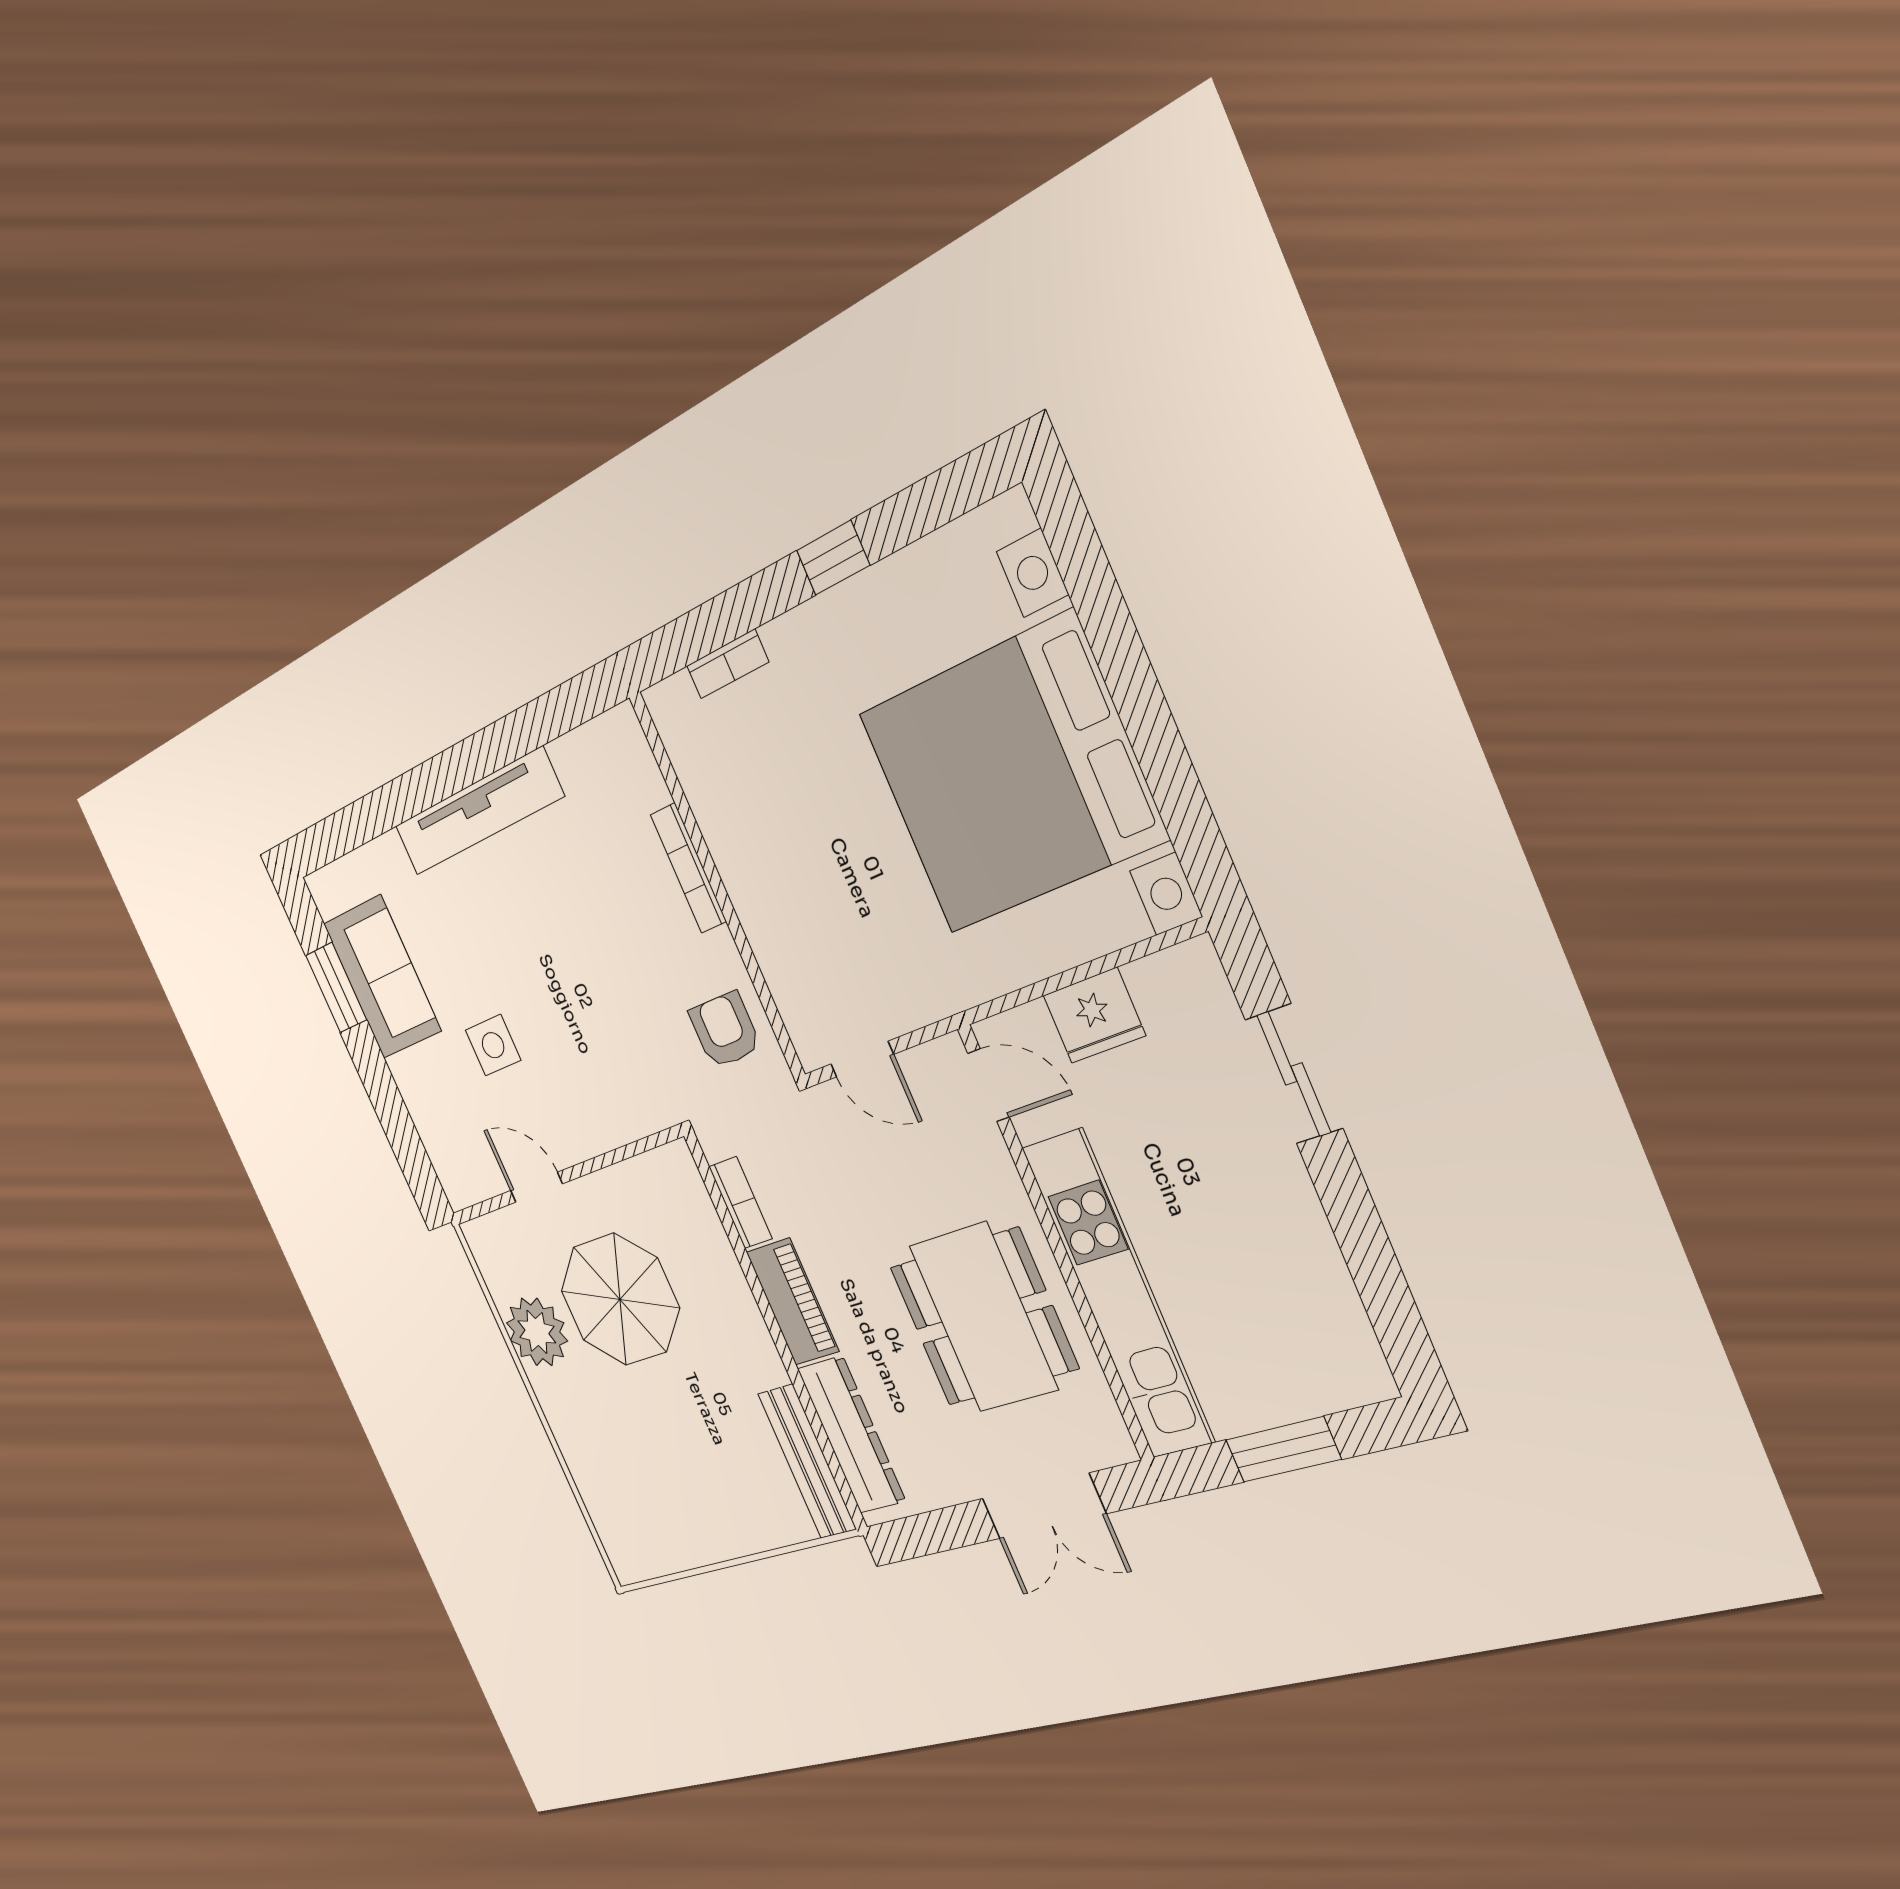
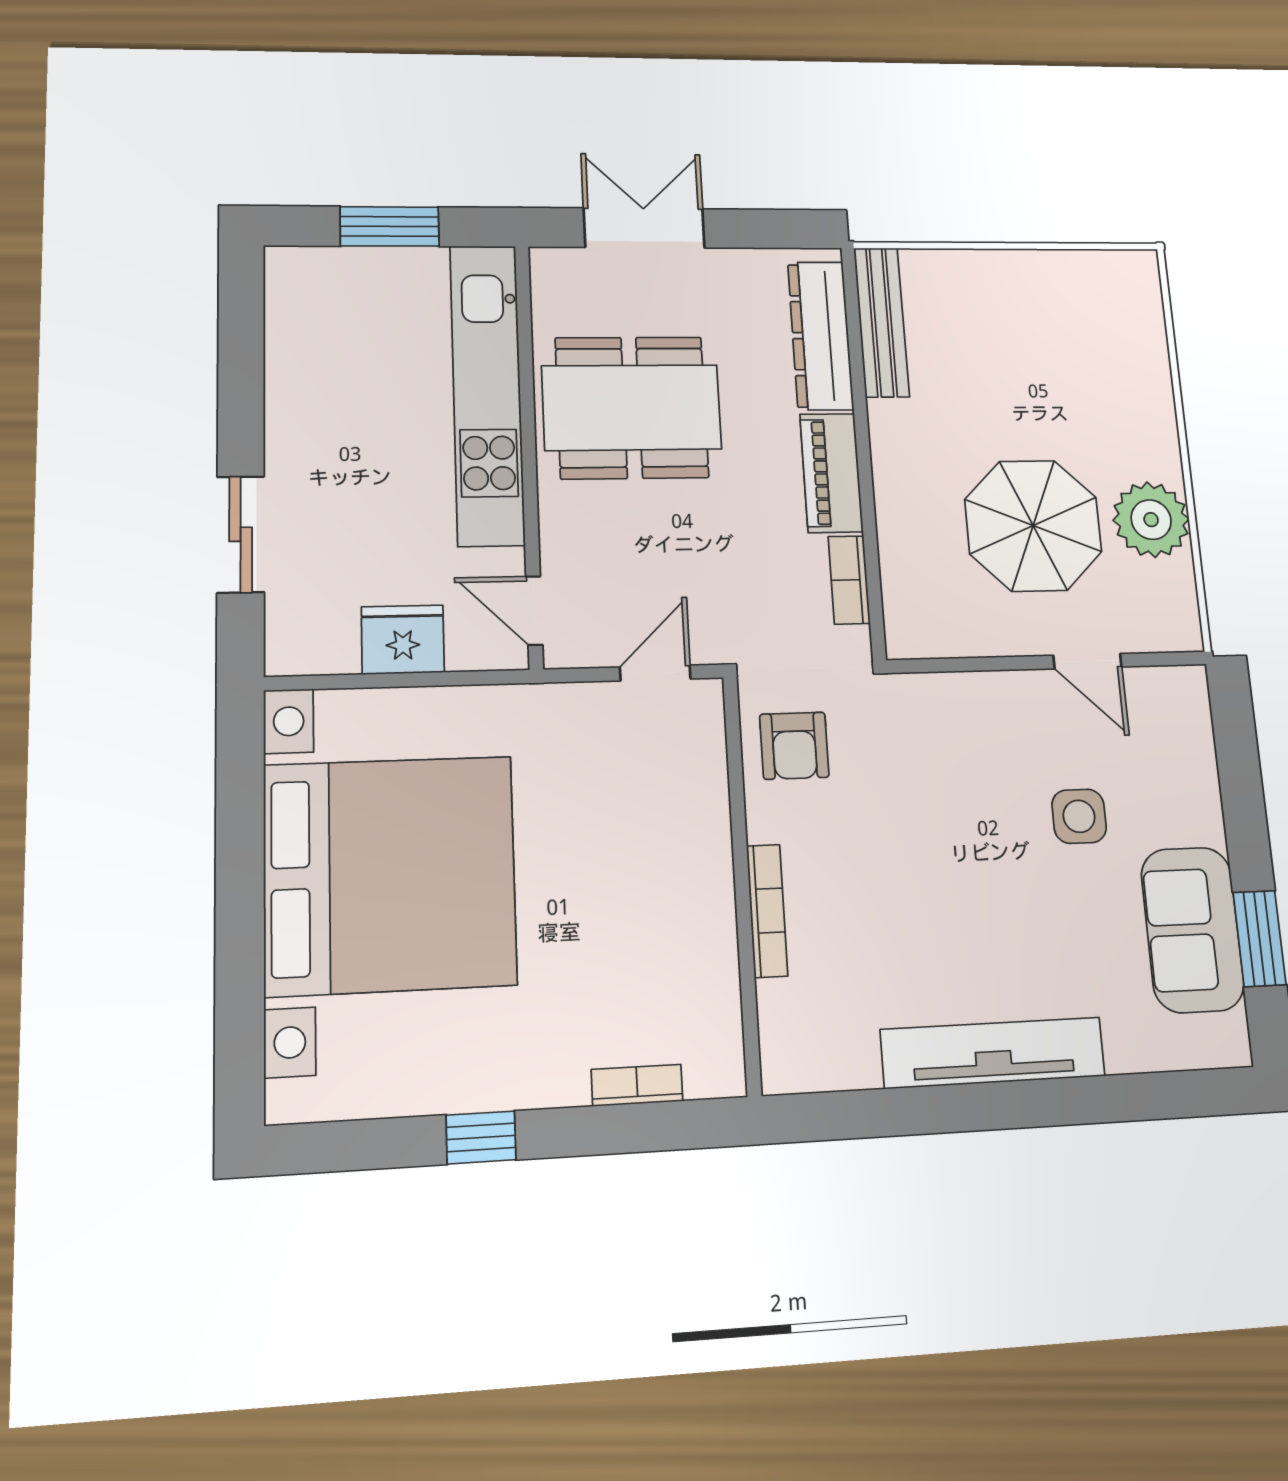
door: (862, 1059) -> (655, 673), hinge flipped
dining table: (983, 1317) -> (632, 407), turned 90

